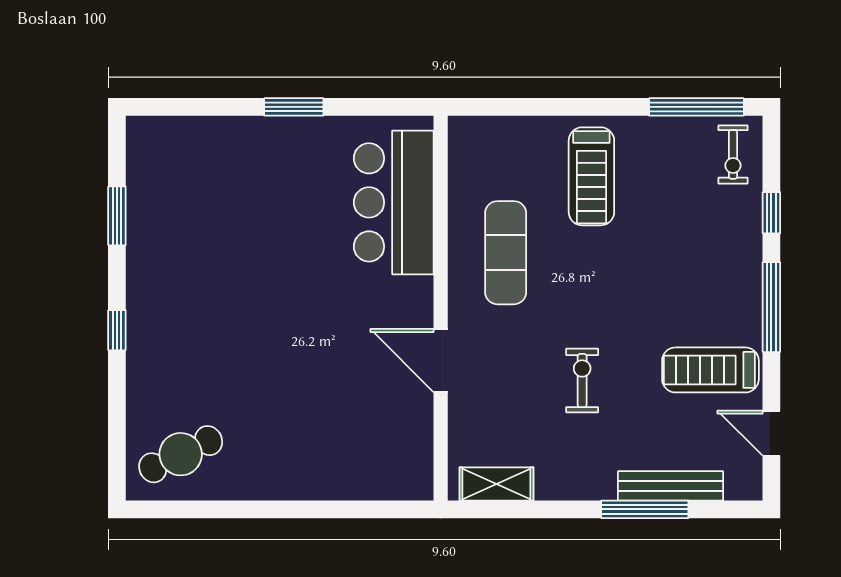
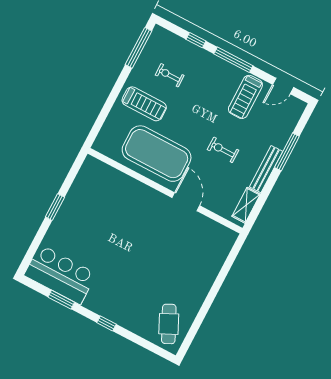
exercise bike: (733, 154) -> (170, 75), moved, turned 180
bar counter: (394, 202) -> (60, 275), moved, turned 180
exercise mat: (506, 253) -> (157, 154), width x2.00, depth x1.45
door: (441, 361) -> (186, 202), swing flipped
bench: (671, 486) -> (266, 169), moved

